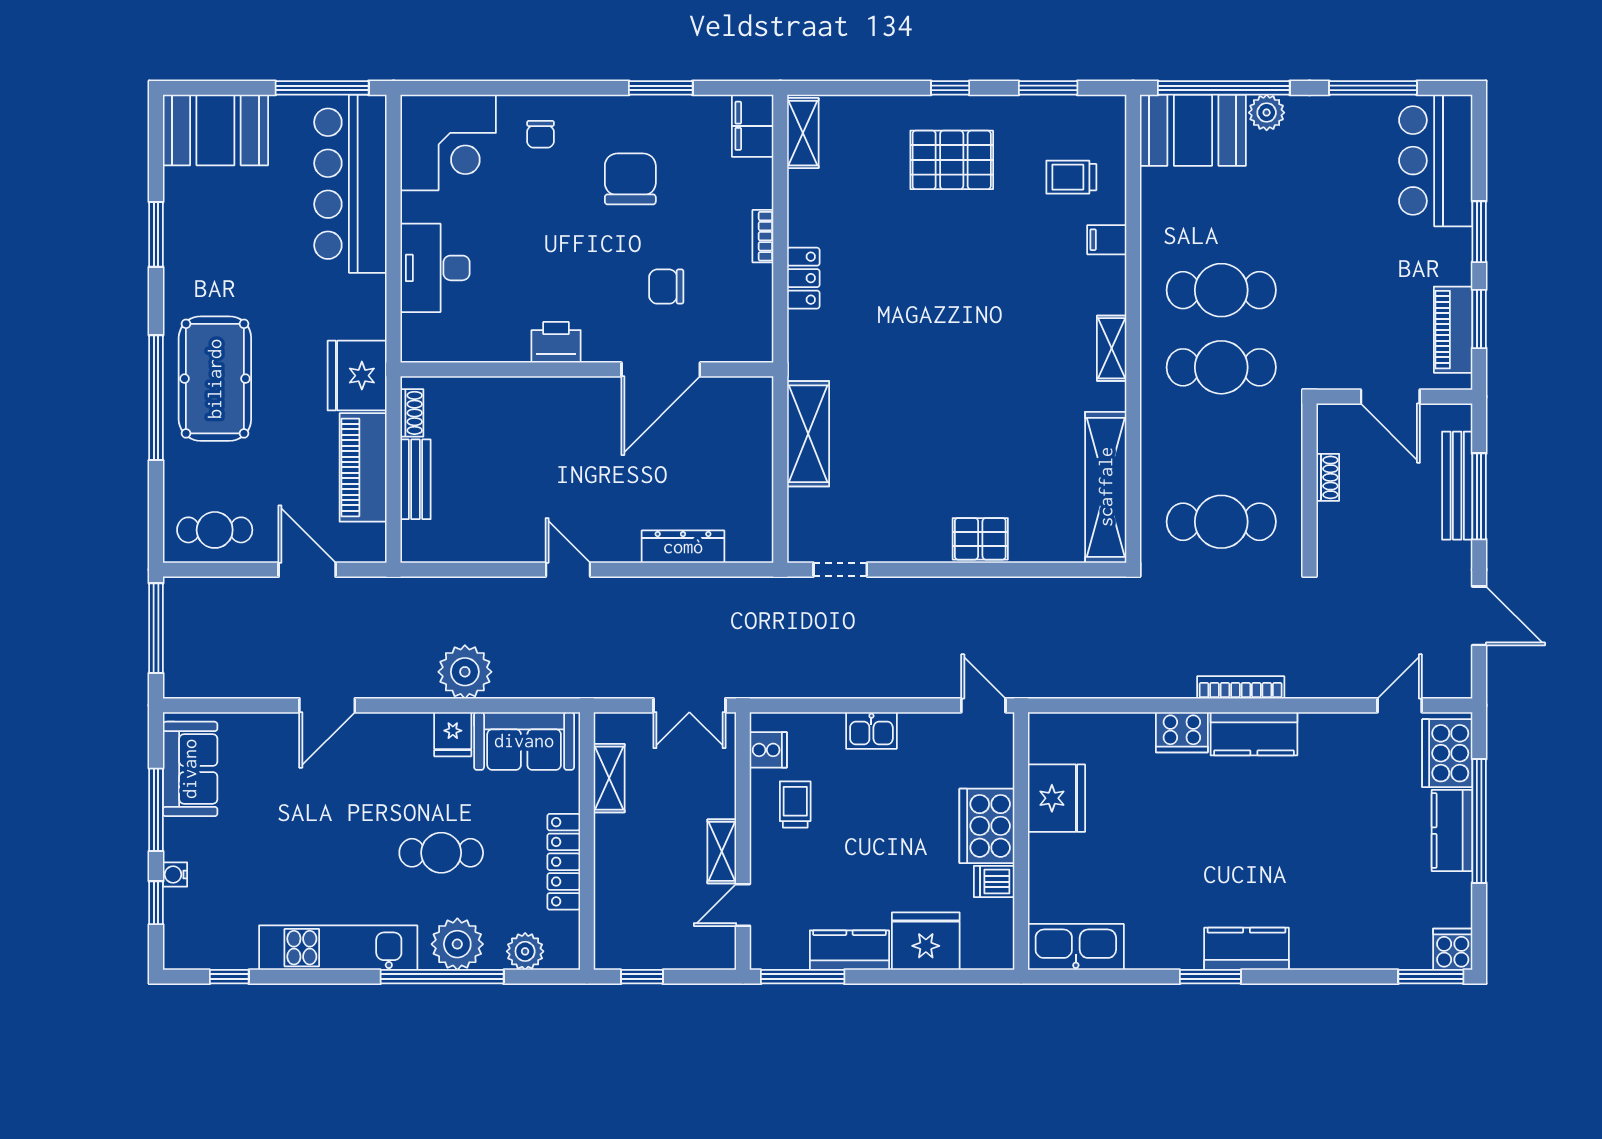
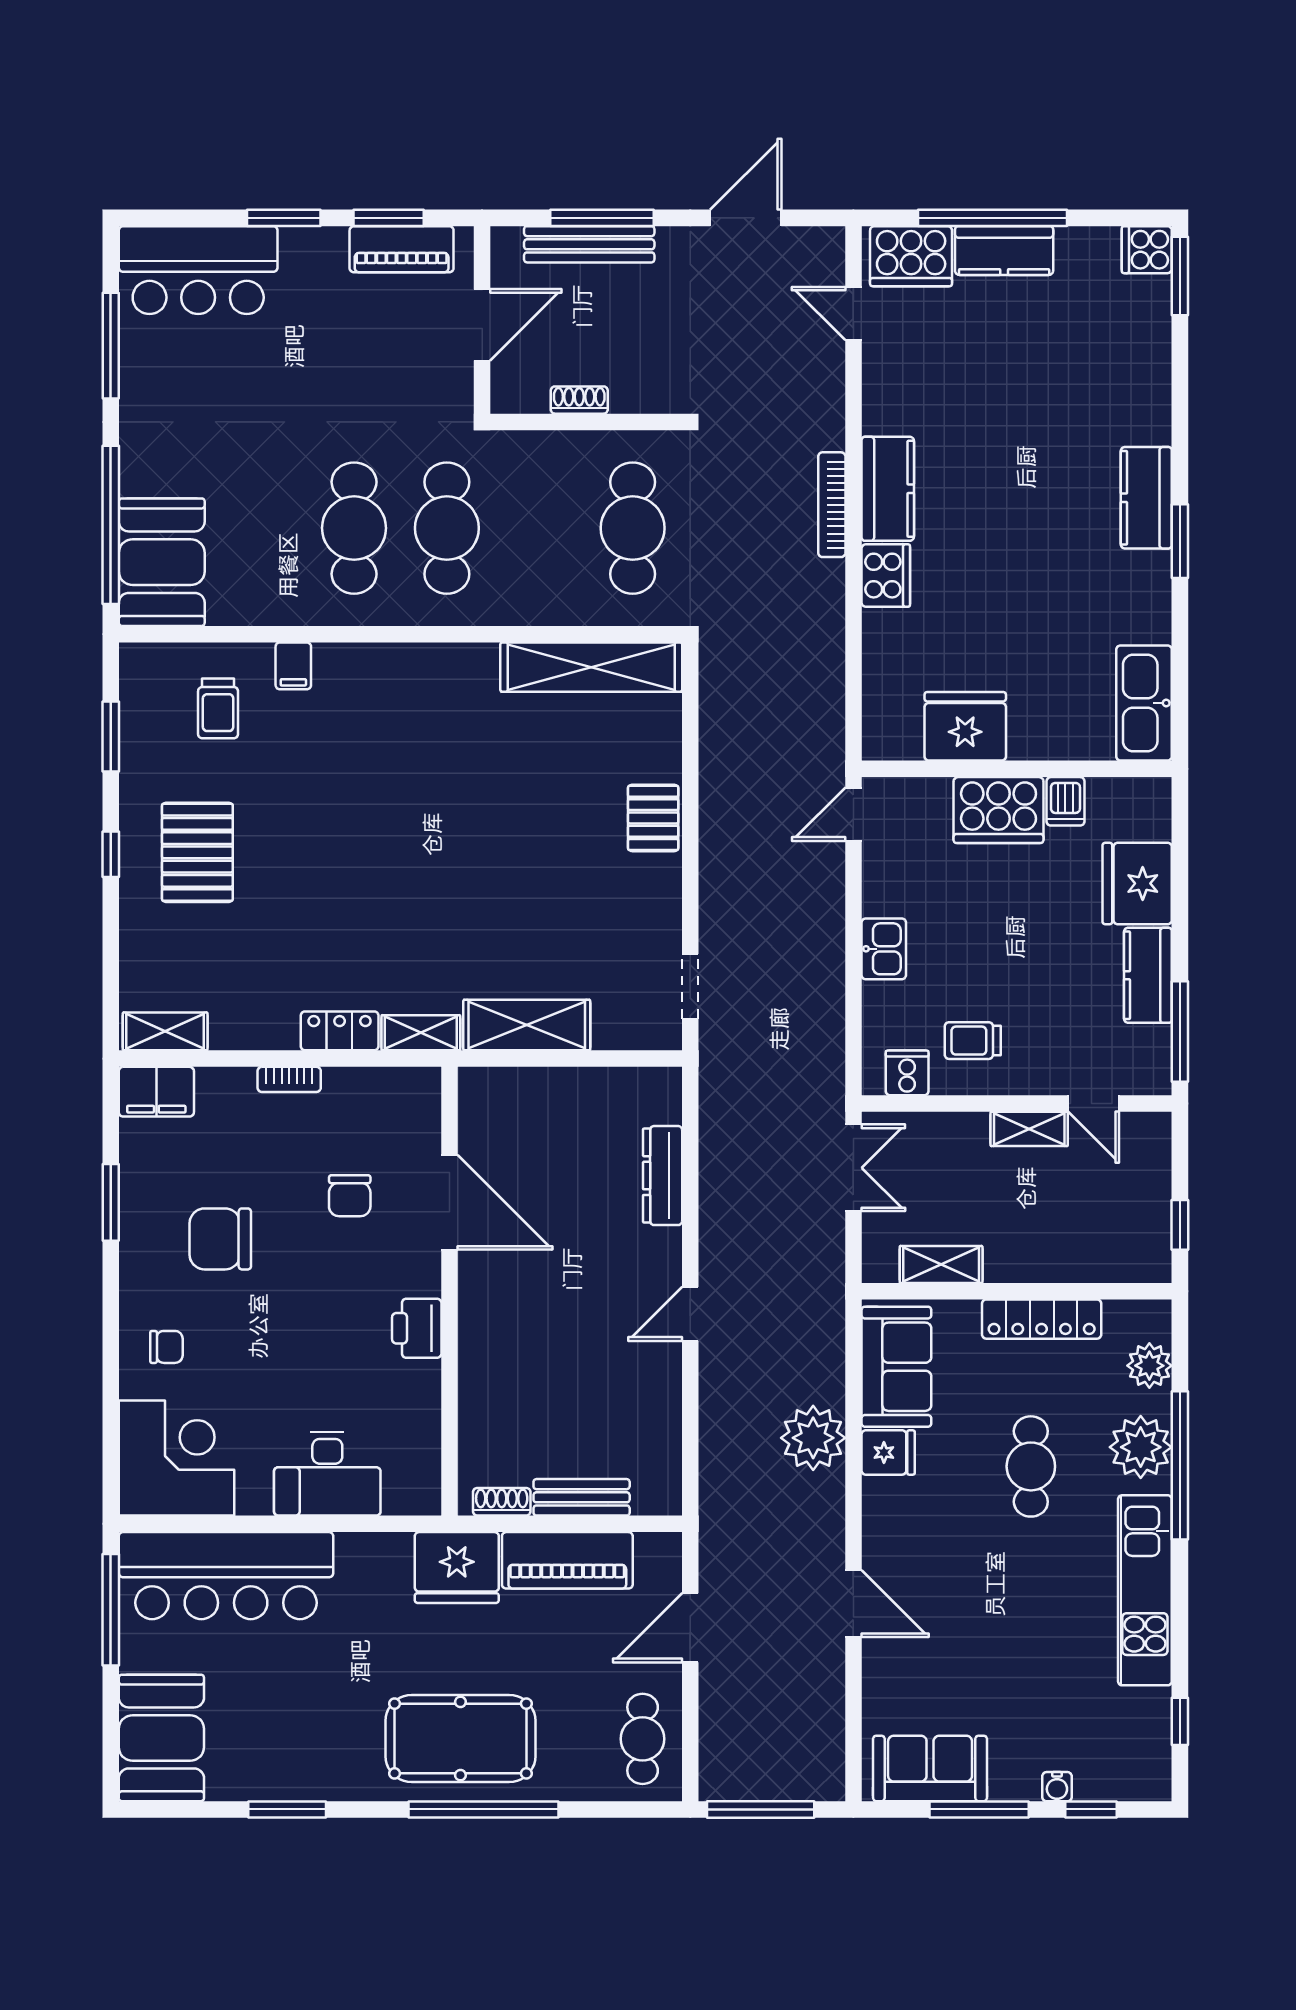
plant: (1267, 113) -> (140, 474), removed
shelving: (1112, 348) -> (421, 1033), moved

